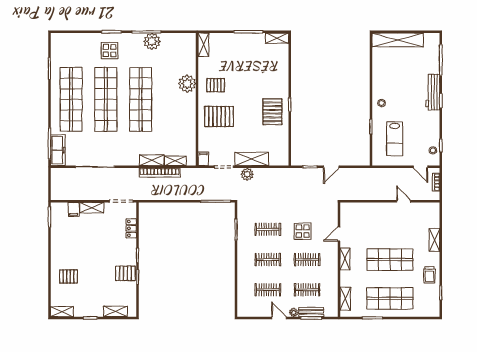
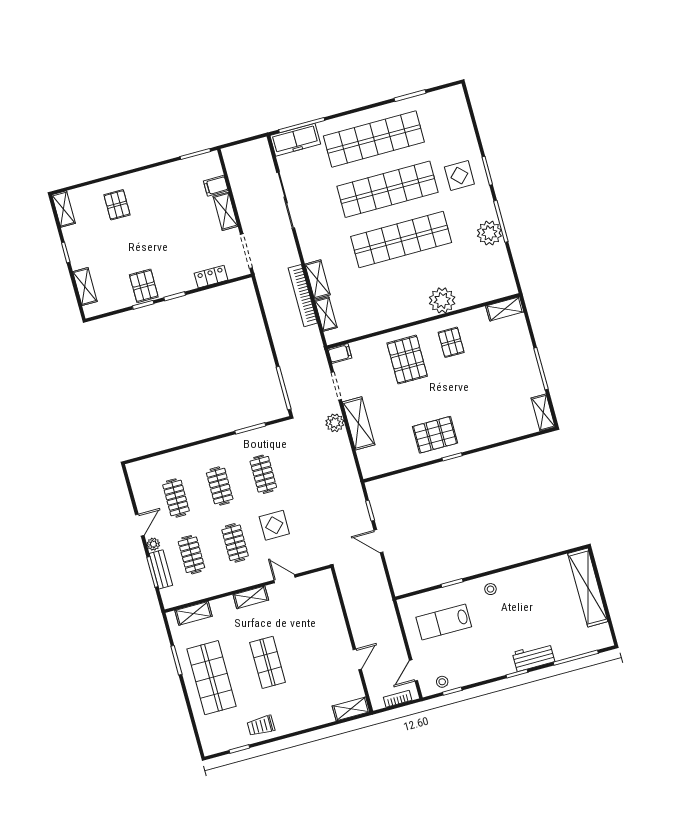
workbench: (433, 92) -> (533, 657), width x0.73
shelving: (434, 240) -> (351, 709), moved
shop shelf: (390, 260) -> (268, 662), width x0.70, depth x0.74

